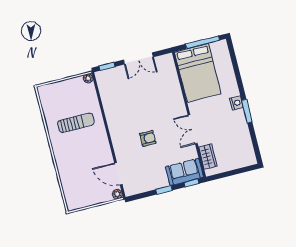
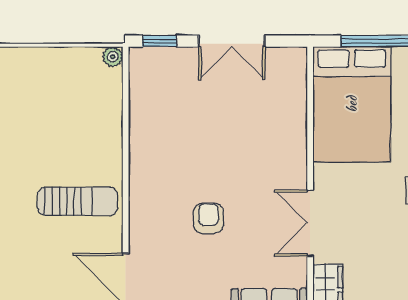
sun lounger: (76, 123) -> (77, 201), moved
armchair: (148, 138) -> (208, 218), turned -90

